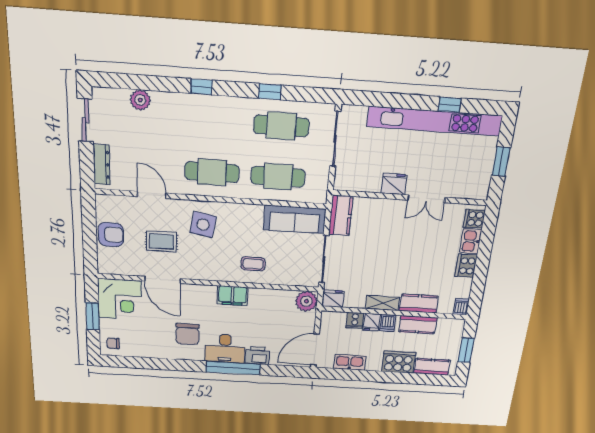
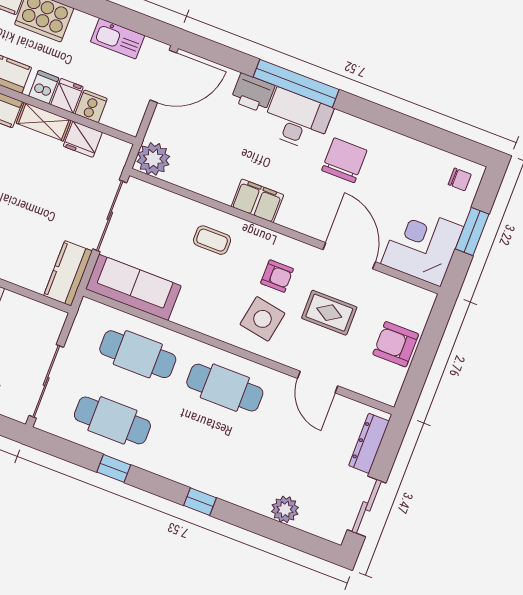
armchair: (203, 254) -> (277, 276), added
fridge: (333, 299) -> (83, 139), moved

